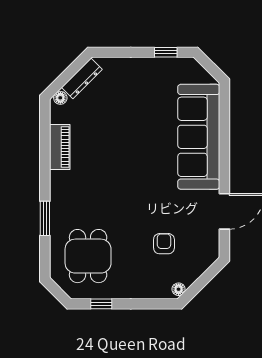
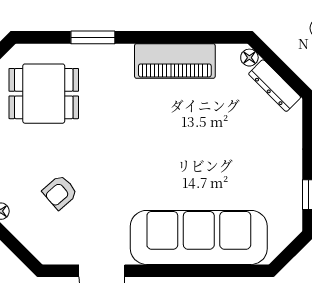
piano: (60, 147) -> (175, 61), width x1.37, depth x1.33
armchair: (164, 244) -> (60, 192), turned 139

